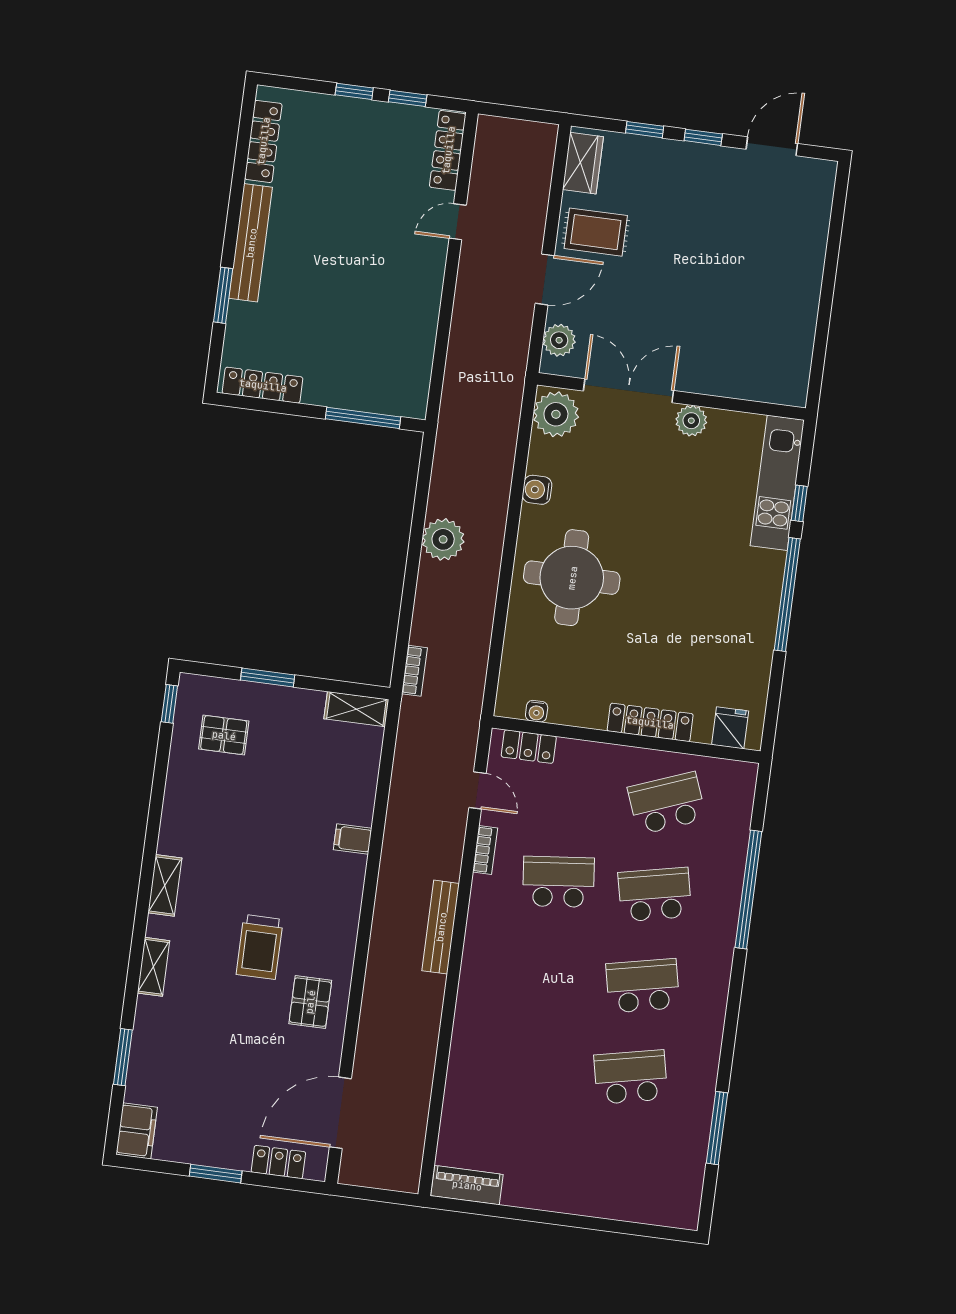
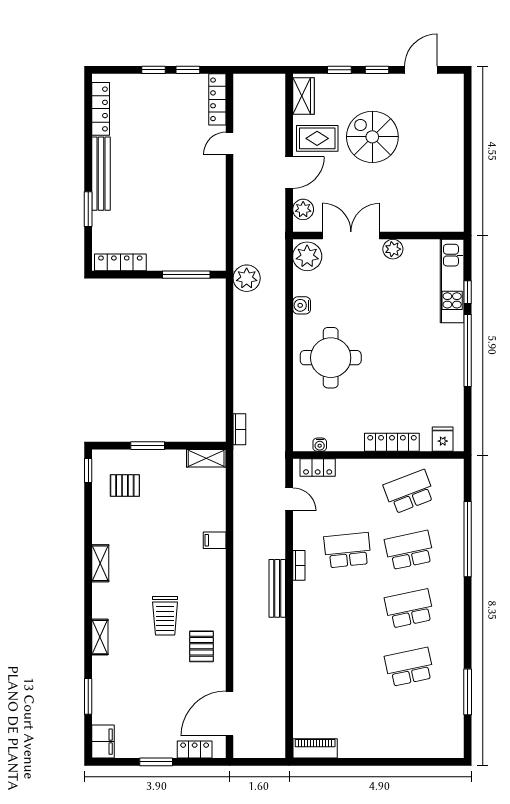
spiral stairs: (682, 241) -> (372, 137), added
plant: (443, 539) -> (247, 278), moved
bookcase: (485, 850) -> (299, 565), moved
shelving: (165, 885) -> (100, 563), moved

